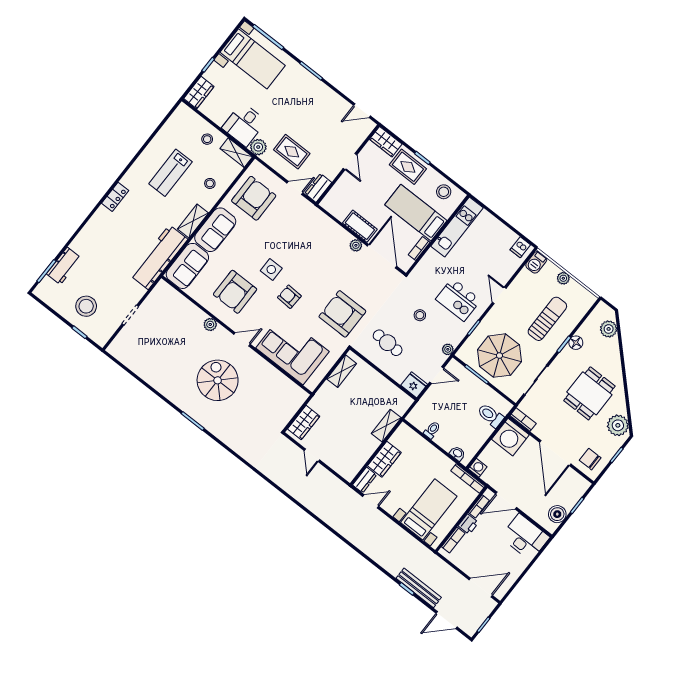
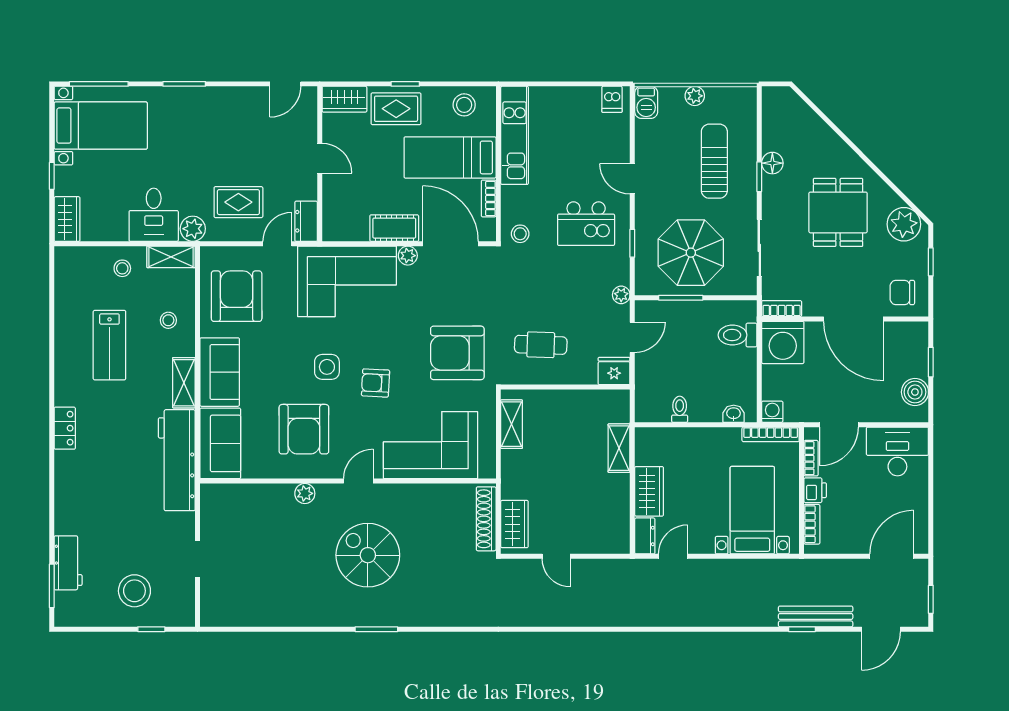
corner sofa: (315, 234) -> (347, 281), added
stool: (420, 315) -> (520, 234), moved
plant: (609, 329) -> (799, 115), removed
shoe rack: (291, 409) -> (486, 519), added

